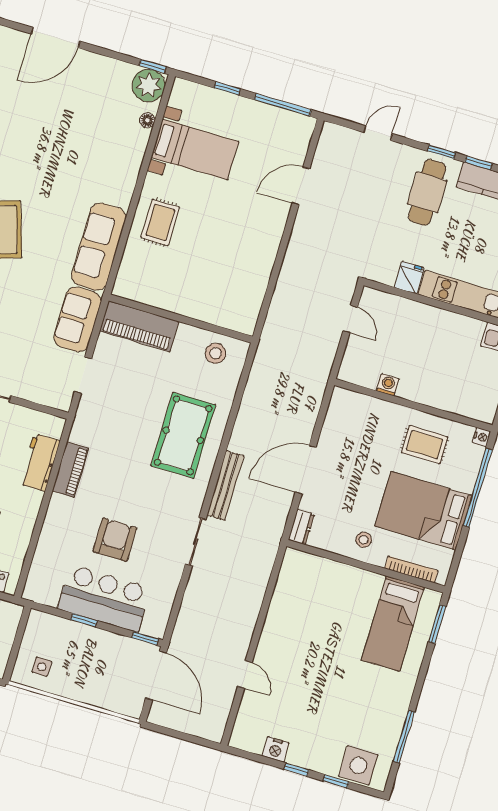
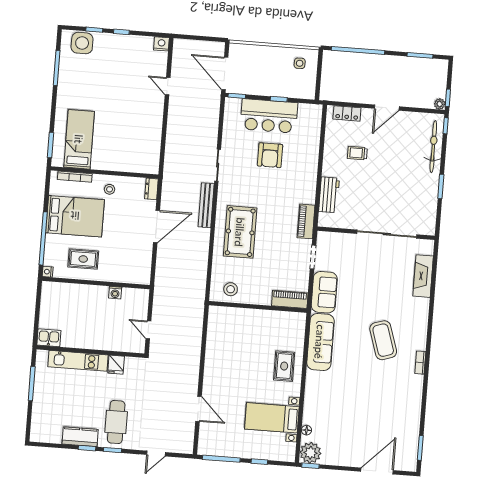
door: (301, 186) -> (198, 409), hinge flipped
piano: (139, 326) -> (290, 299), width x0.73, depth x0.75
piano: (70, 470) -> (306, 221), moved
nightstand: (276, 749) -> (161, 44), moved

